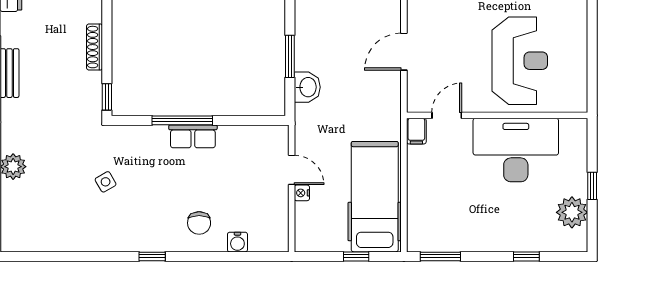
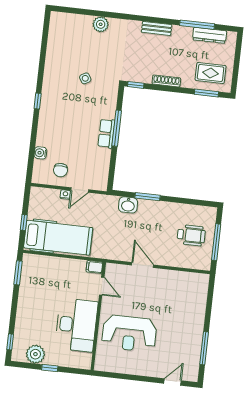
chair: (199, 223) -> (61, 170), moved, turned -90
window: (526, 256) -> (10, 342), moved

